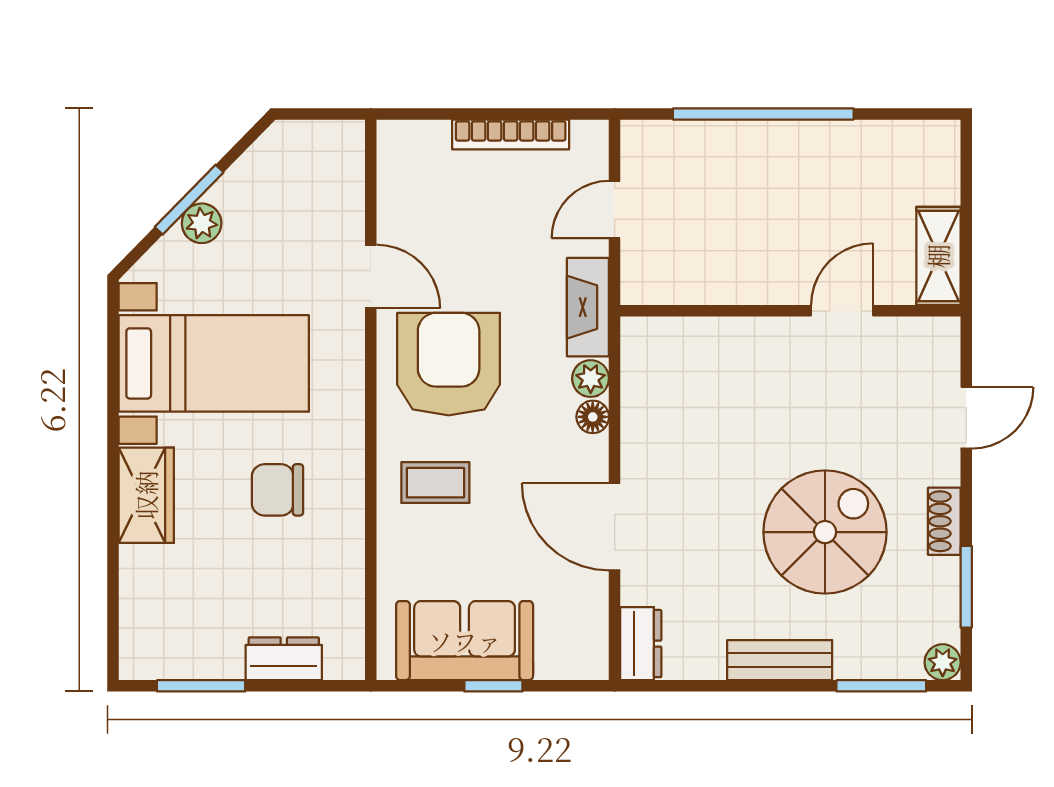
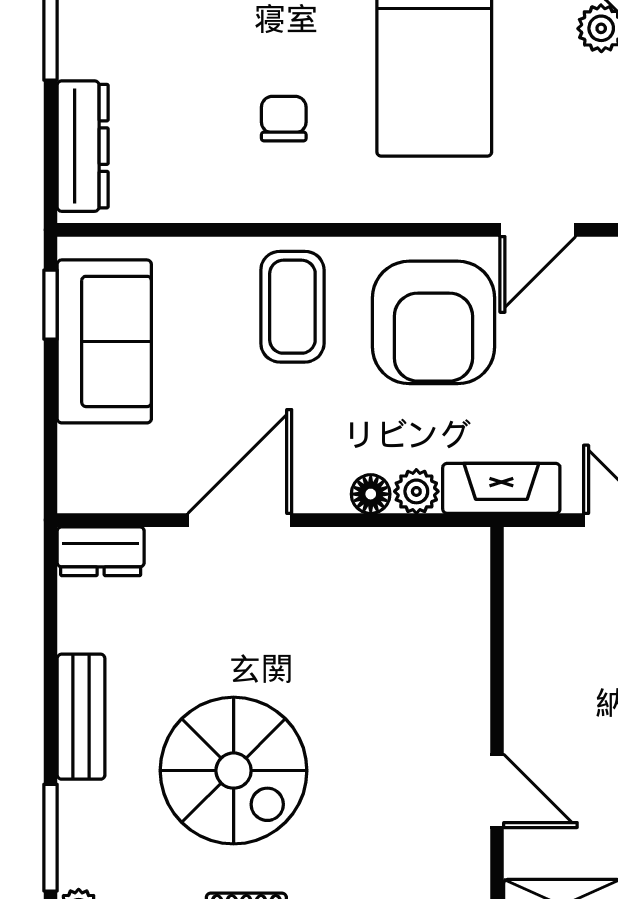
armchair: (449, 364) -> (433, 322), turned 90
coffee table: (435, 483) -> (292, 307), width x1.36, depth x1.30
chair: (277, 490) -> (284, 119), width x0.73, depth x0.73
dresser: (284, 659) -> (83, 146), width x1.44
window: (493, 686) -> (50, 305), moved

